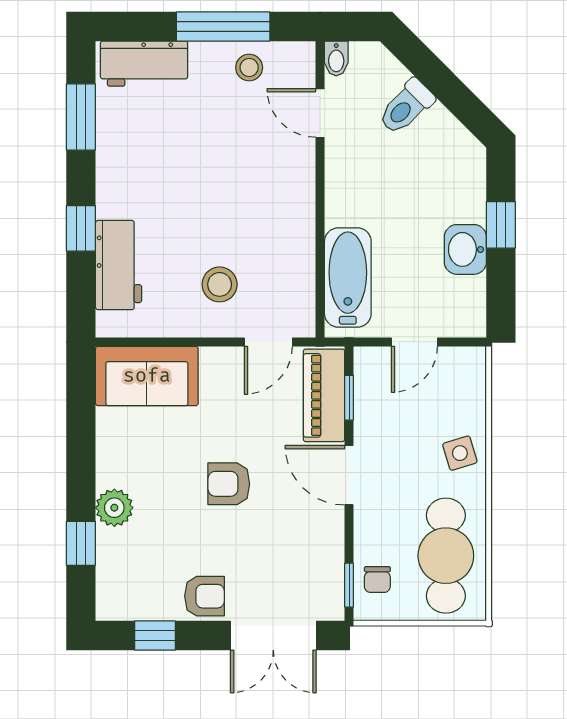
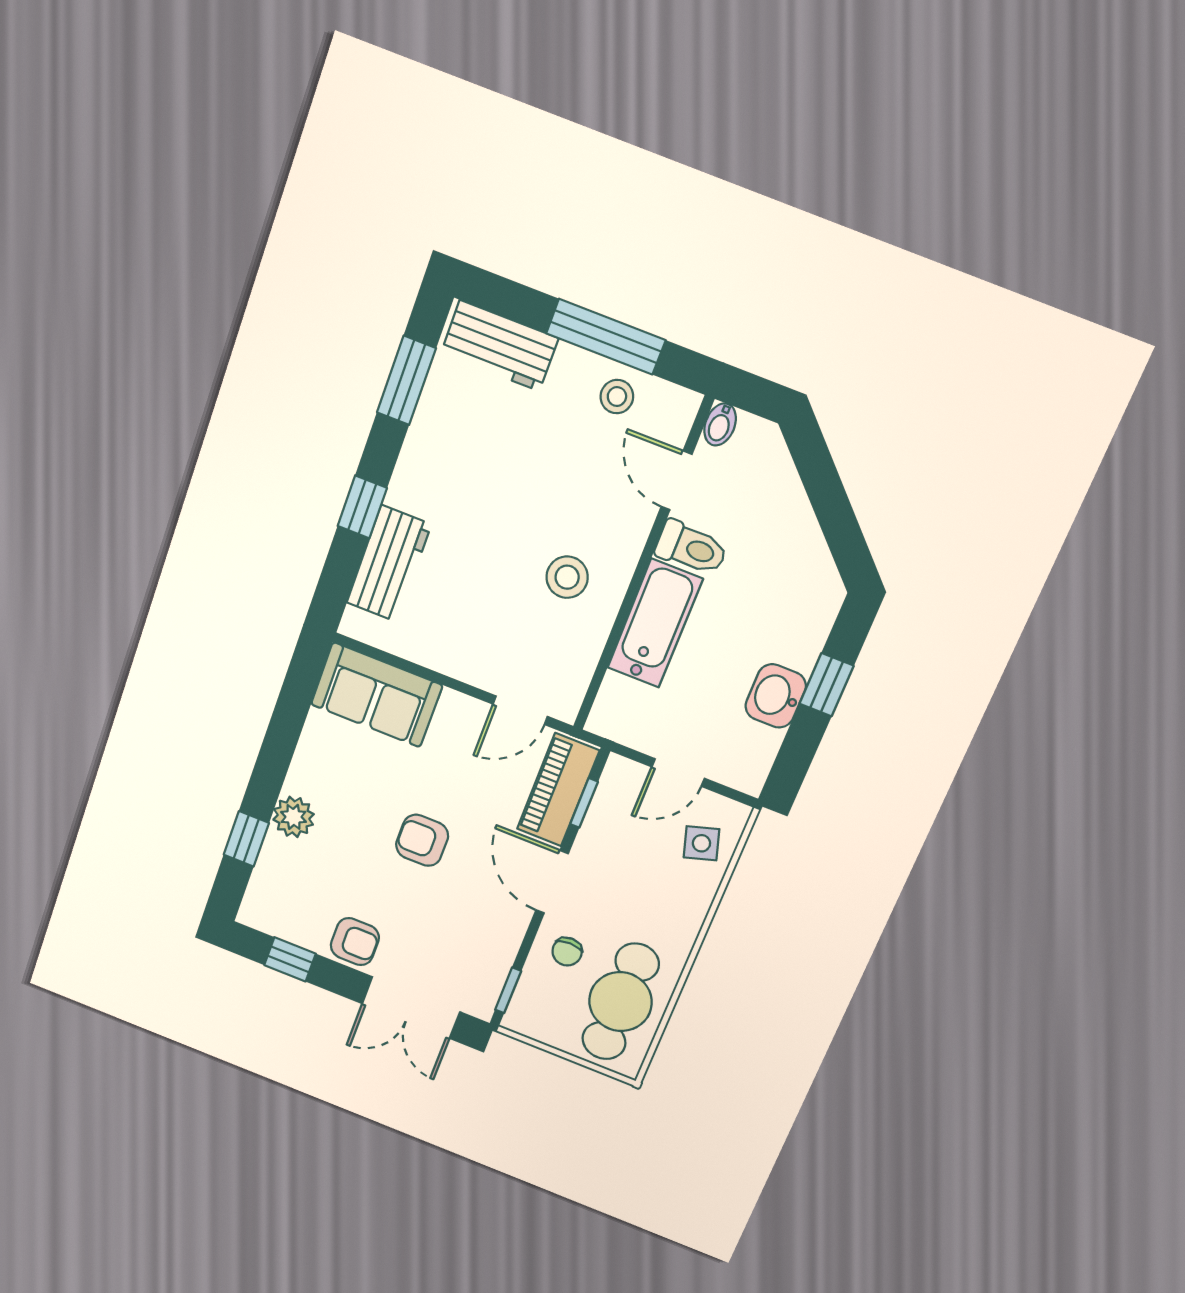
toilet: (406, 107) -> (691, 548), moved, turned -135
bathtub: (348, 278) -> (655, 623), moved
stool: (220, 284) -> (567, 577), moved
side table: (460, 453) -> (701, 843), moved
chair: (377, 580) -> (567, 952), moved

